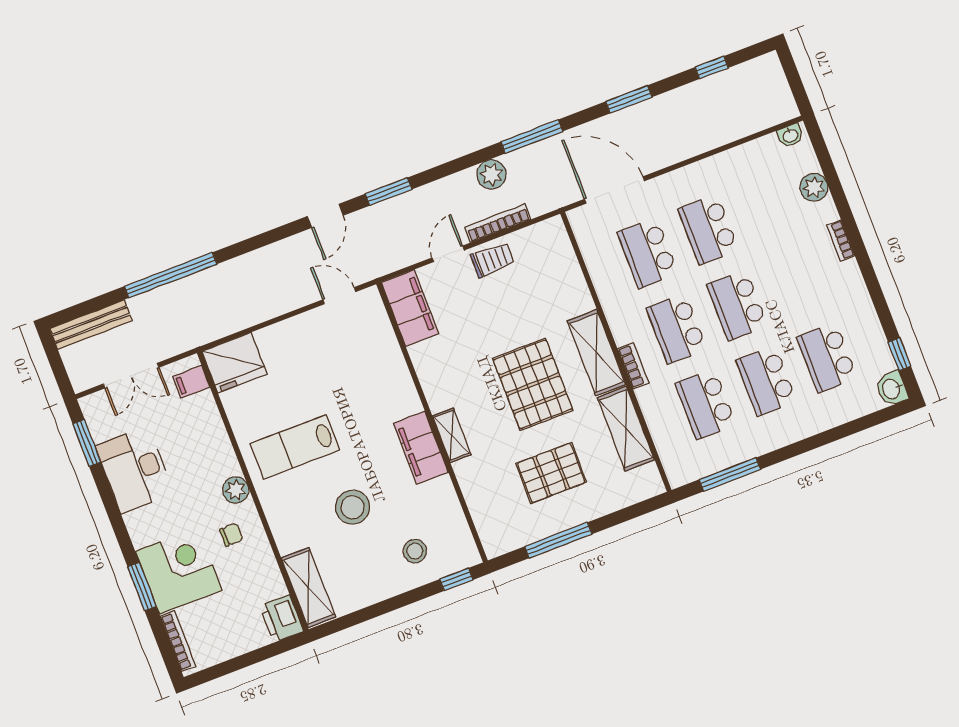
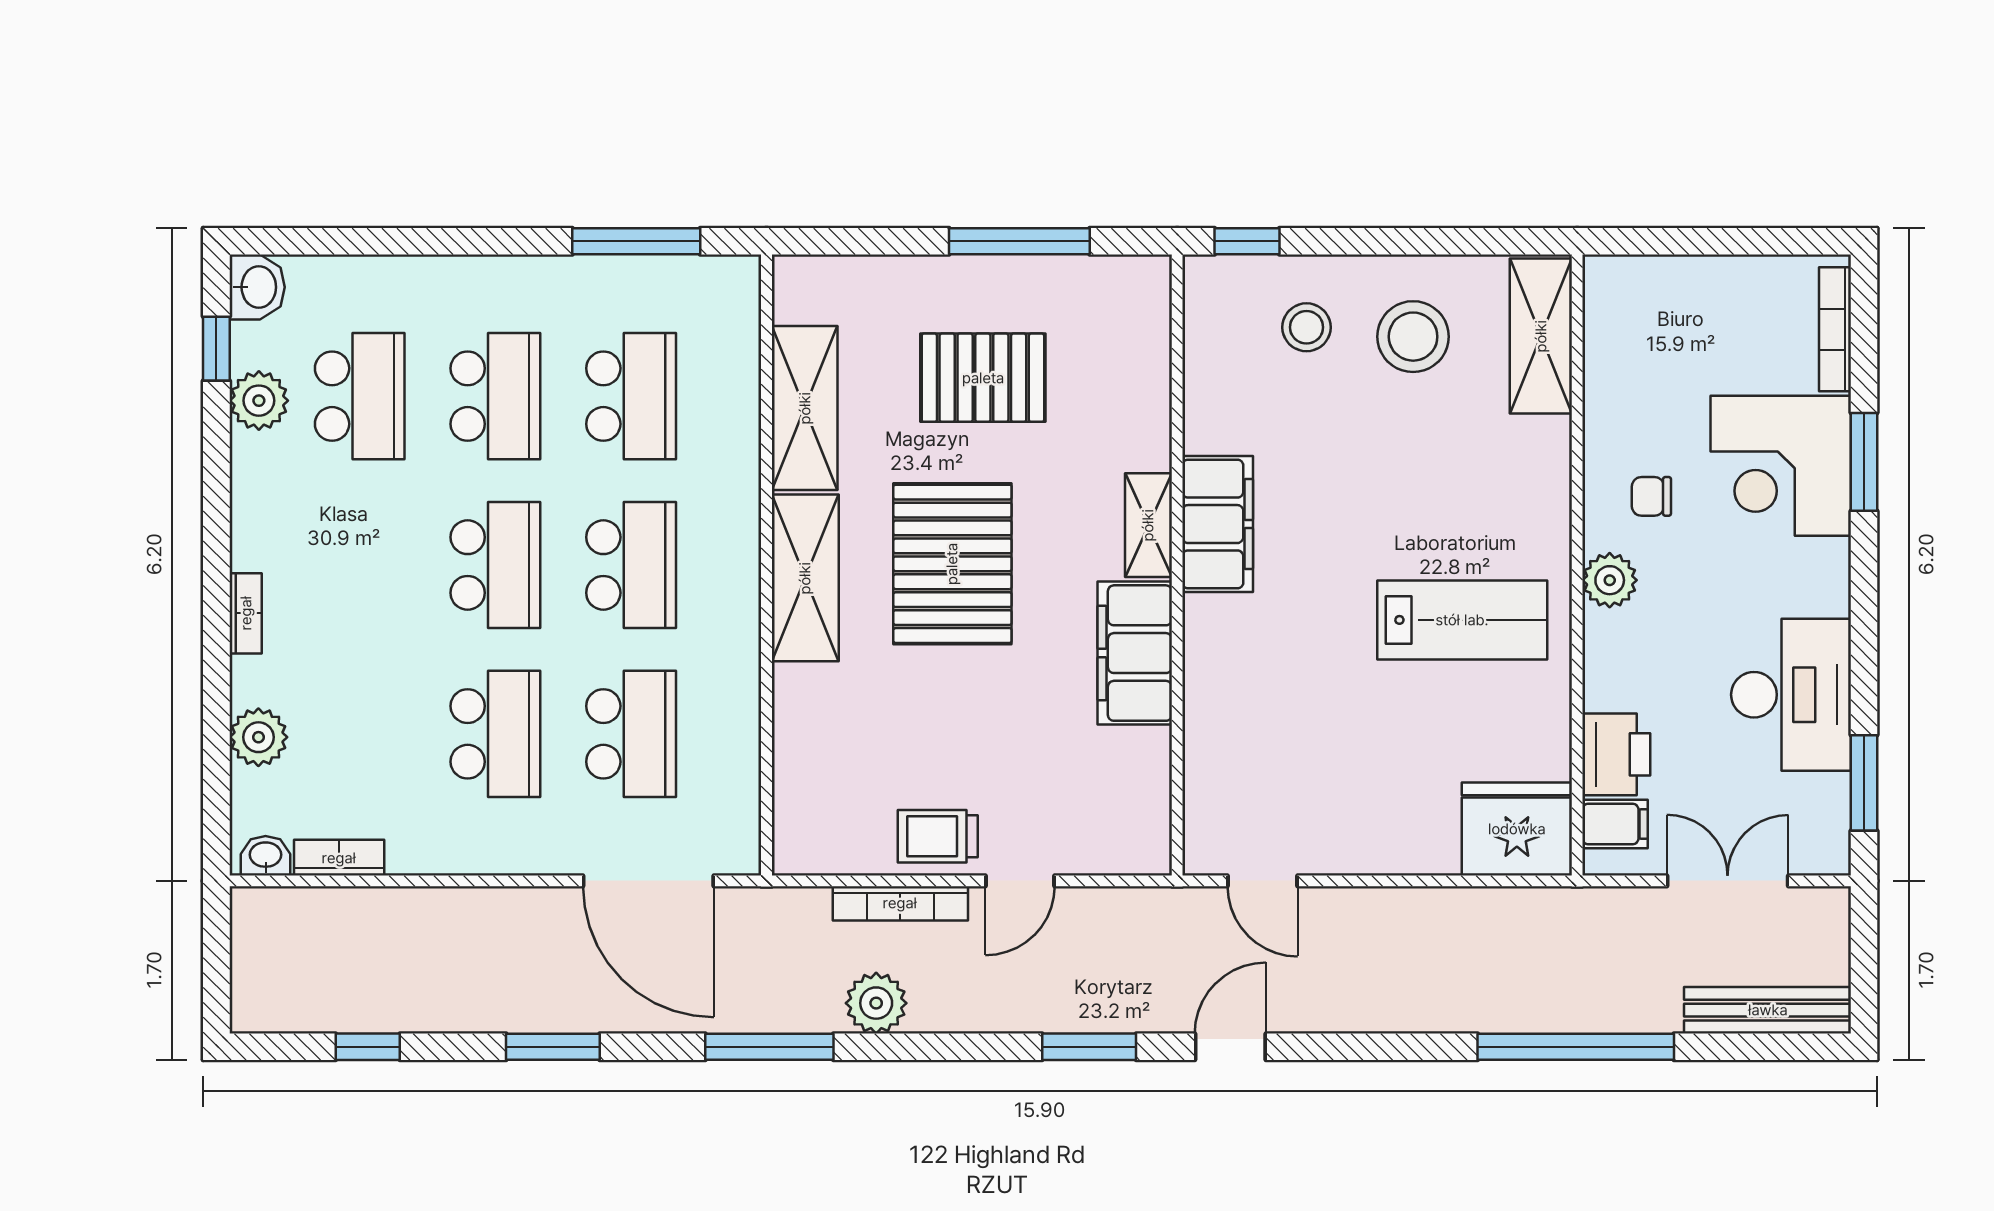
filing cabinet: (410, 308) -> (1135, 653), moved
plant: (872, 338) -> (259, 401), added
bookcase: (633, 366) -> (339, 858), moved, turned 90
stool: (353, 507) -> (1413, 337), moved
printer: (282, 619) -> (1616, 754), moved

